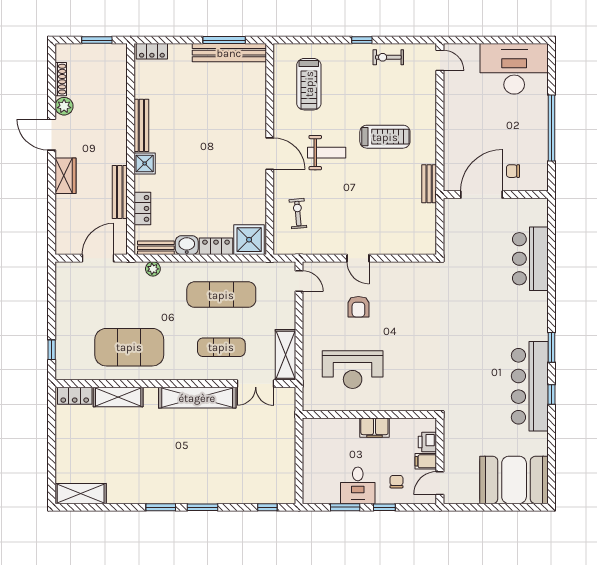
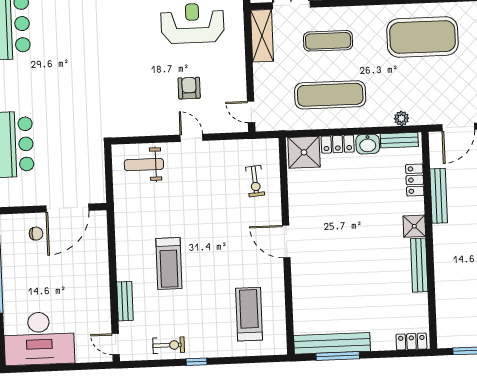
treadmill: (385, 137) -> (169, 264), turned -90
weight bench: (327, 153) -> (144, 165), moved
bench: (429, 184) -> (125, 301), moved

